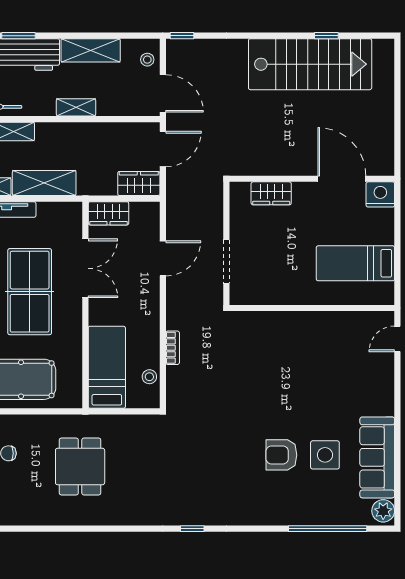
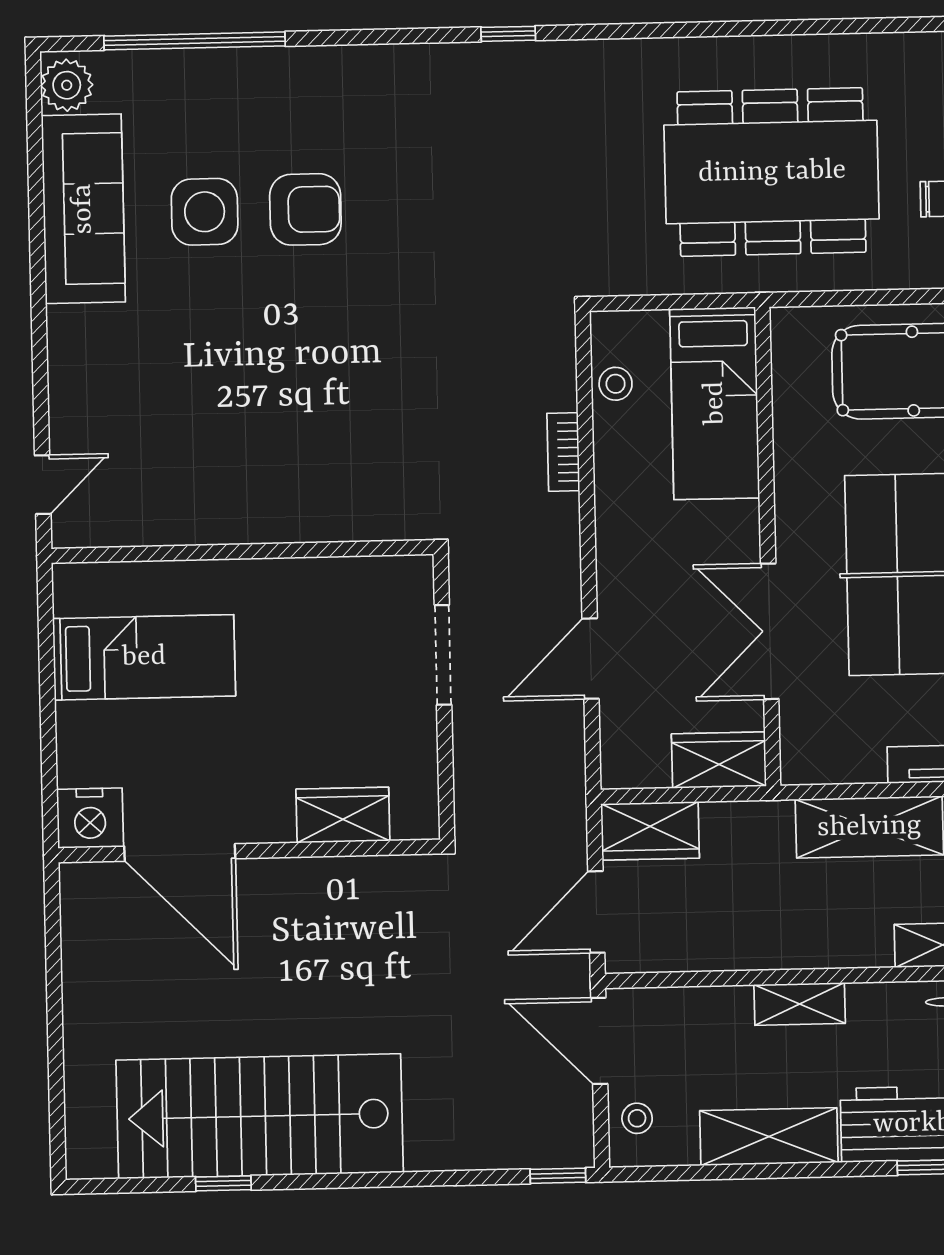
dining table: (80, 467) -> (772, 172), width x1.88, depth x1.24

